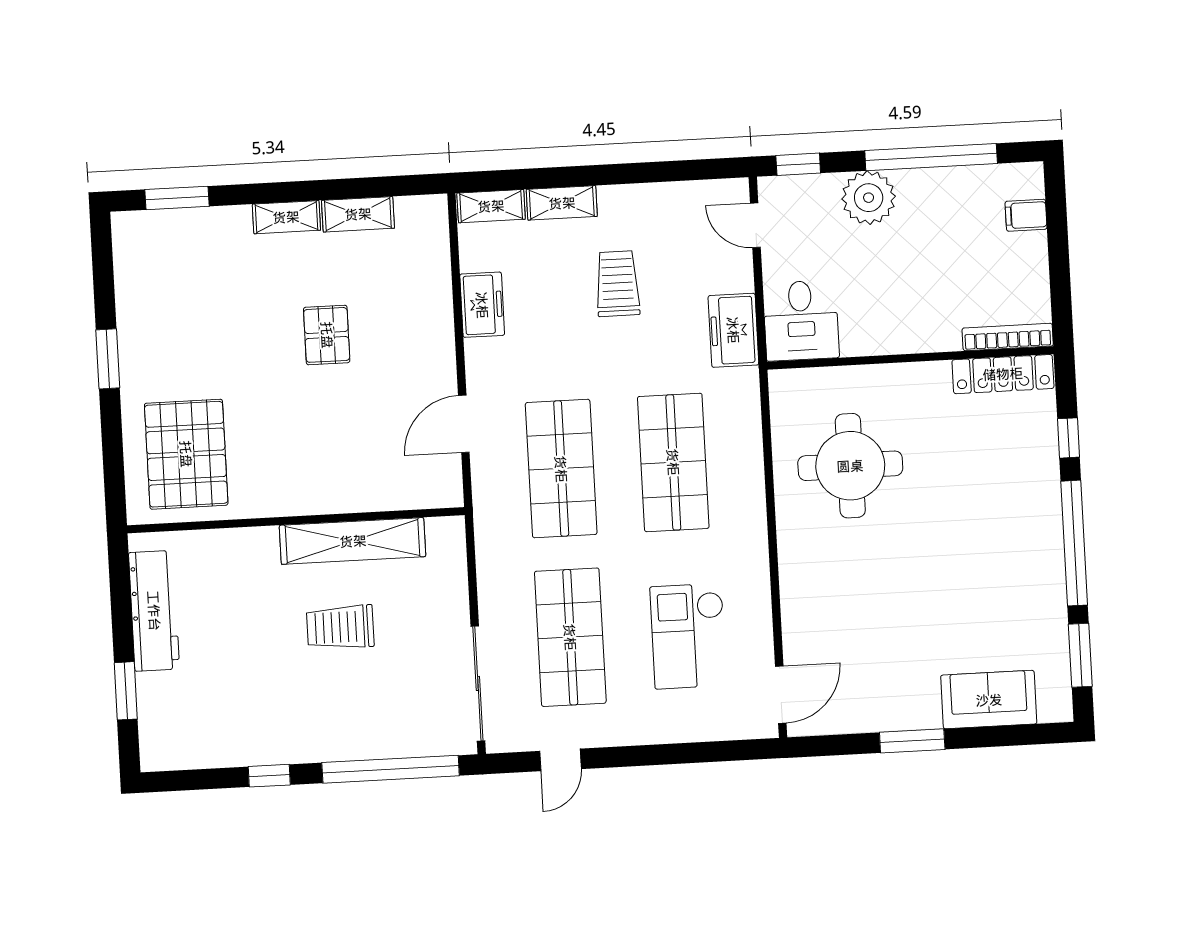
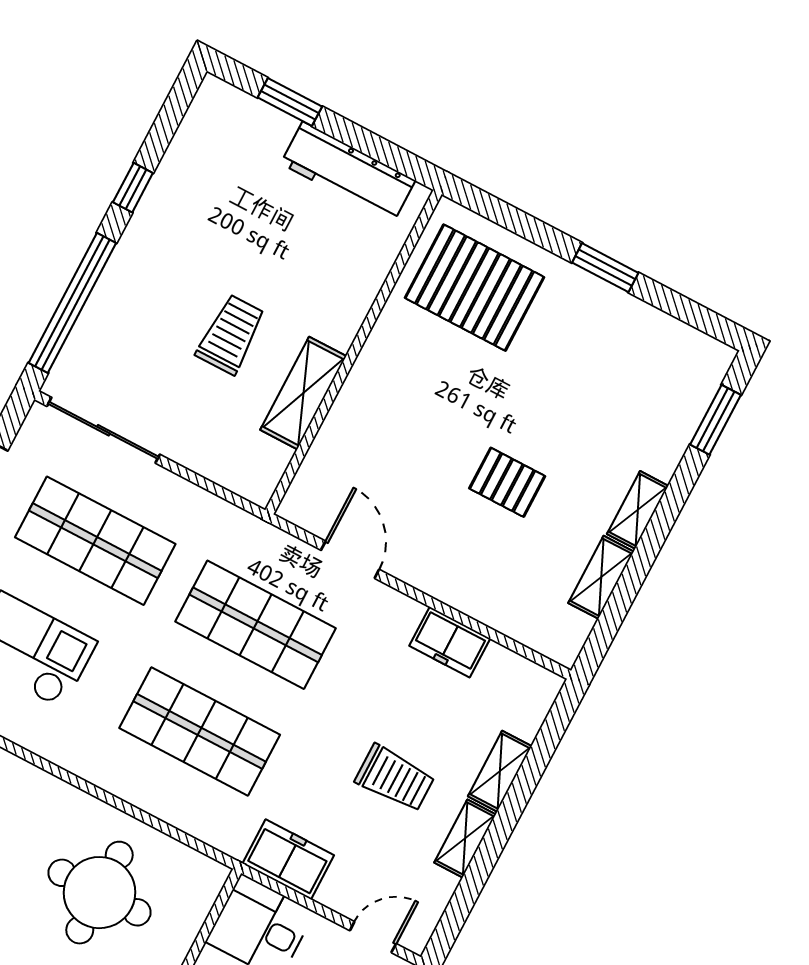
shelving: (491, 206) -> (465, 839), moved
shelving: (353, 541) -> (303, 393), width x0.68

